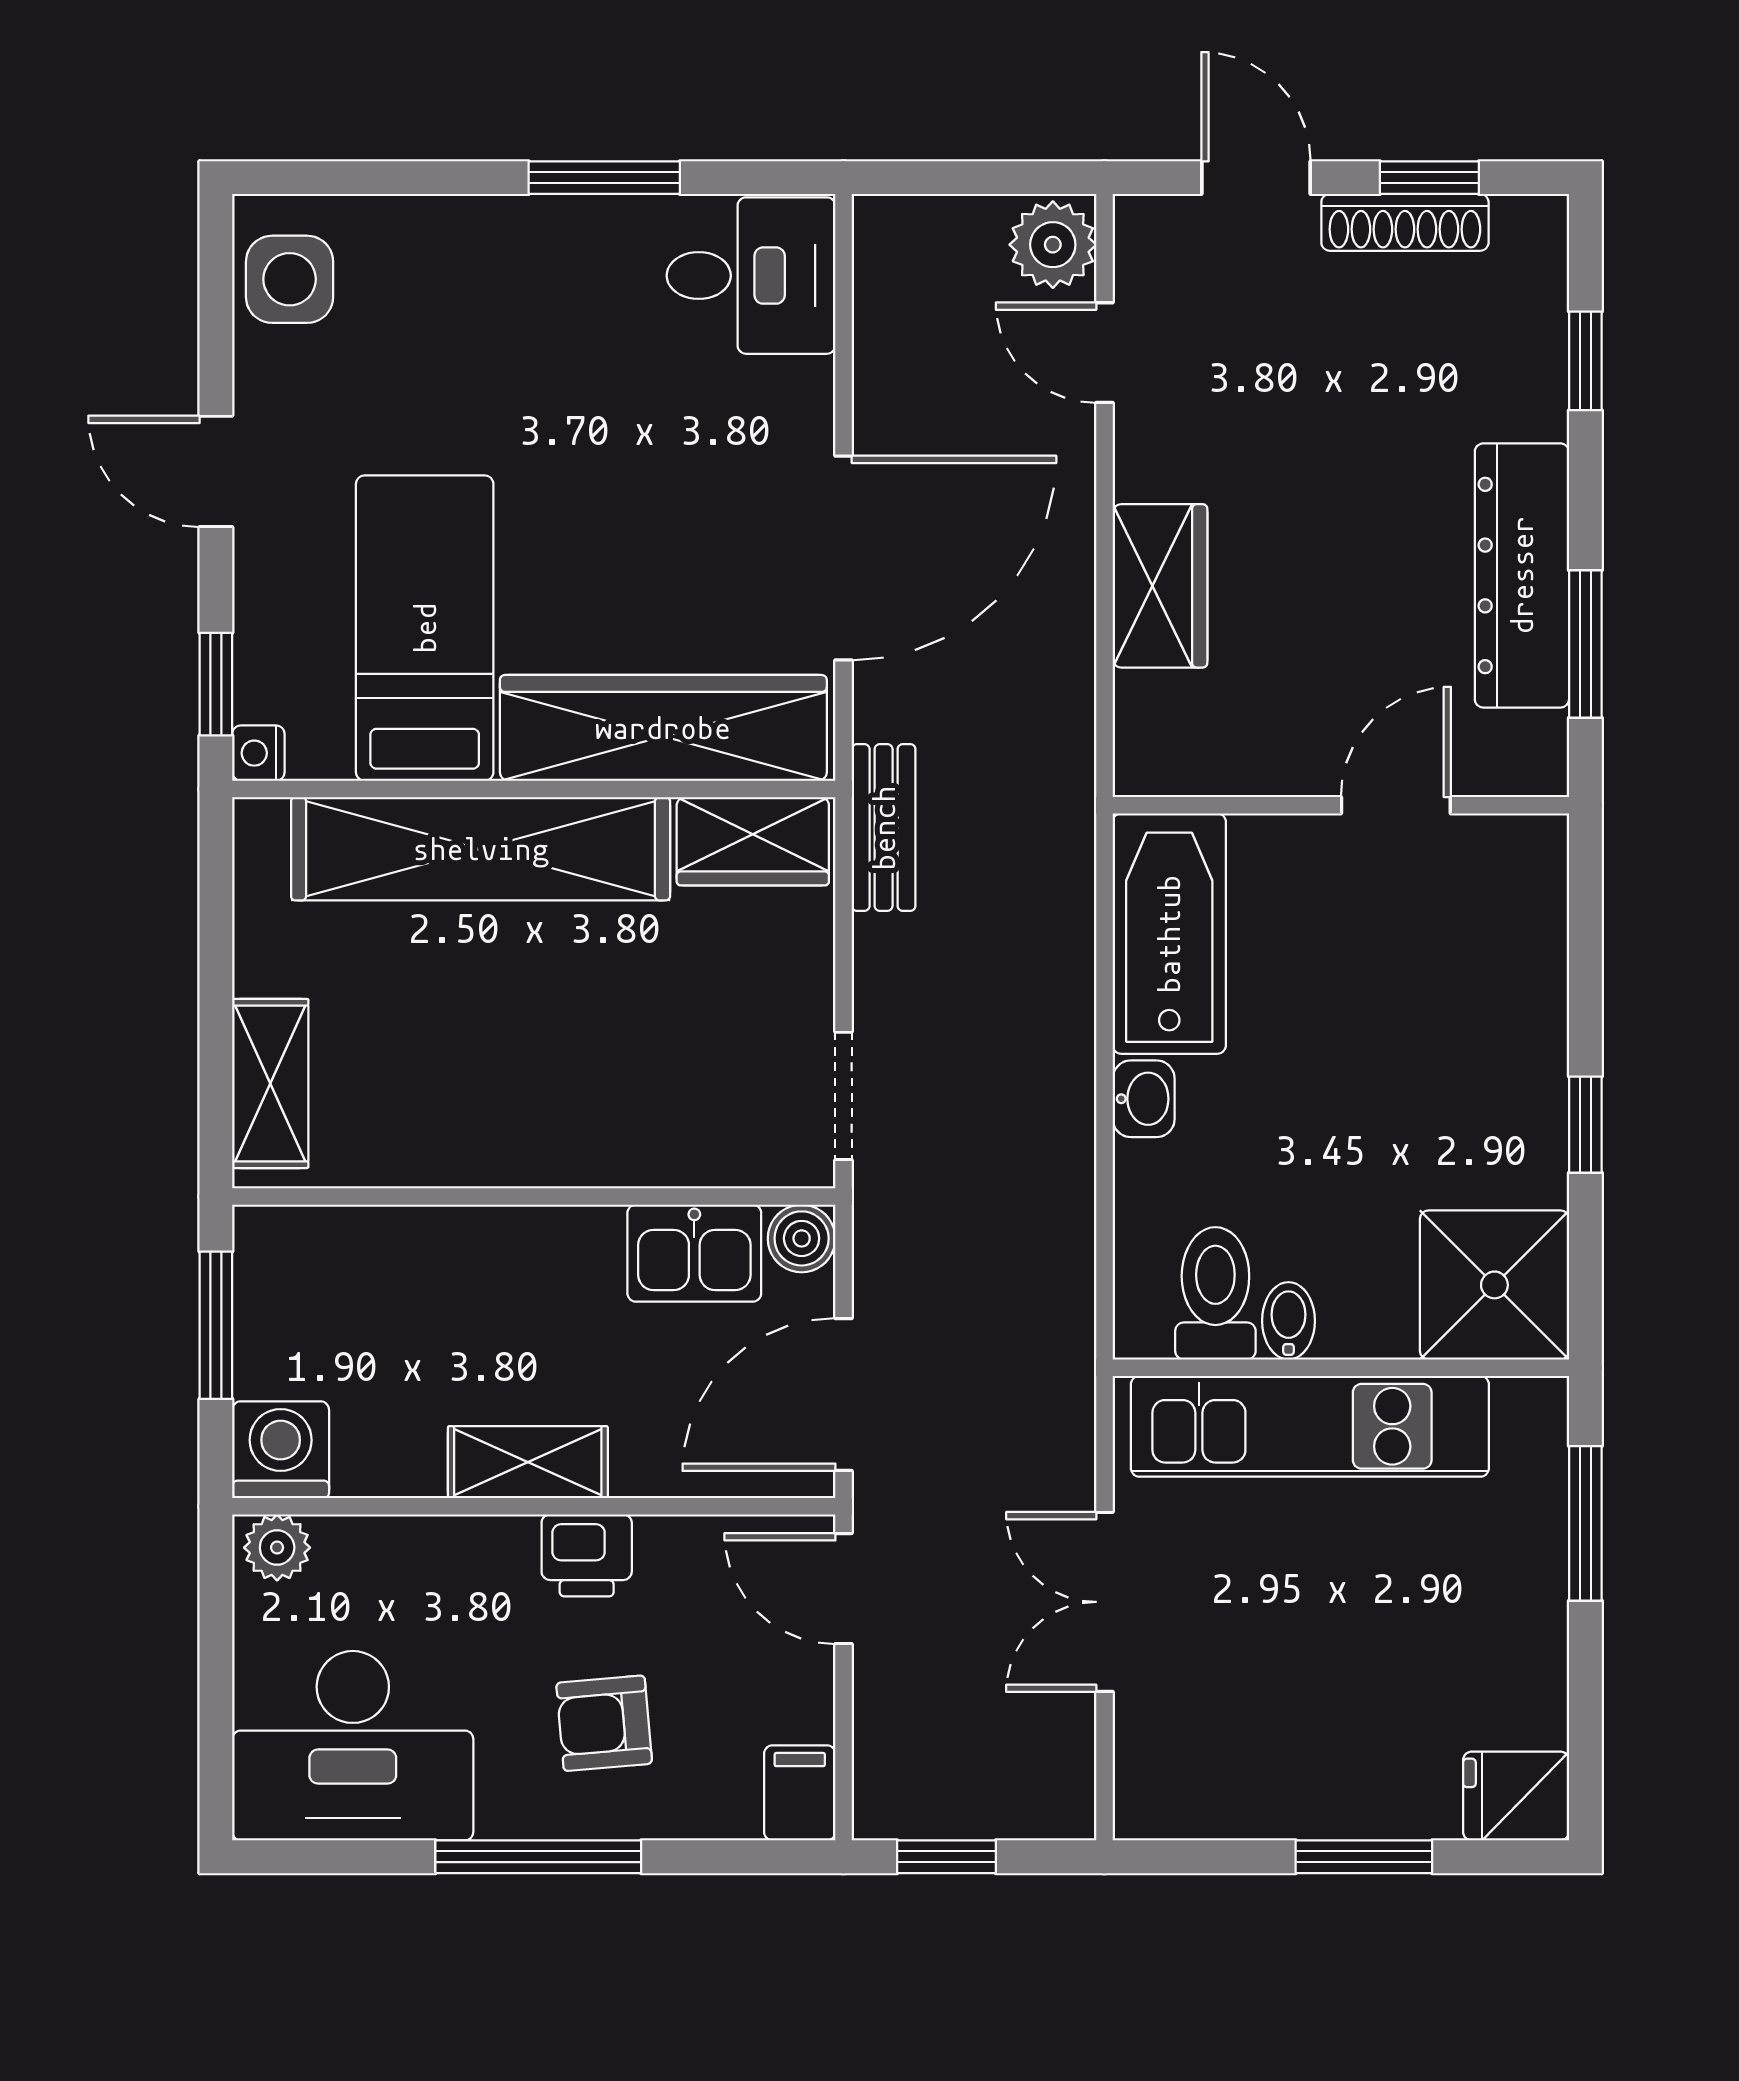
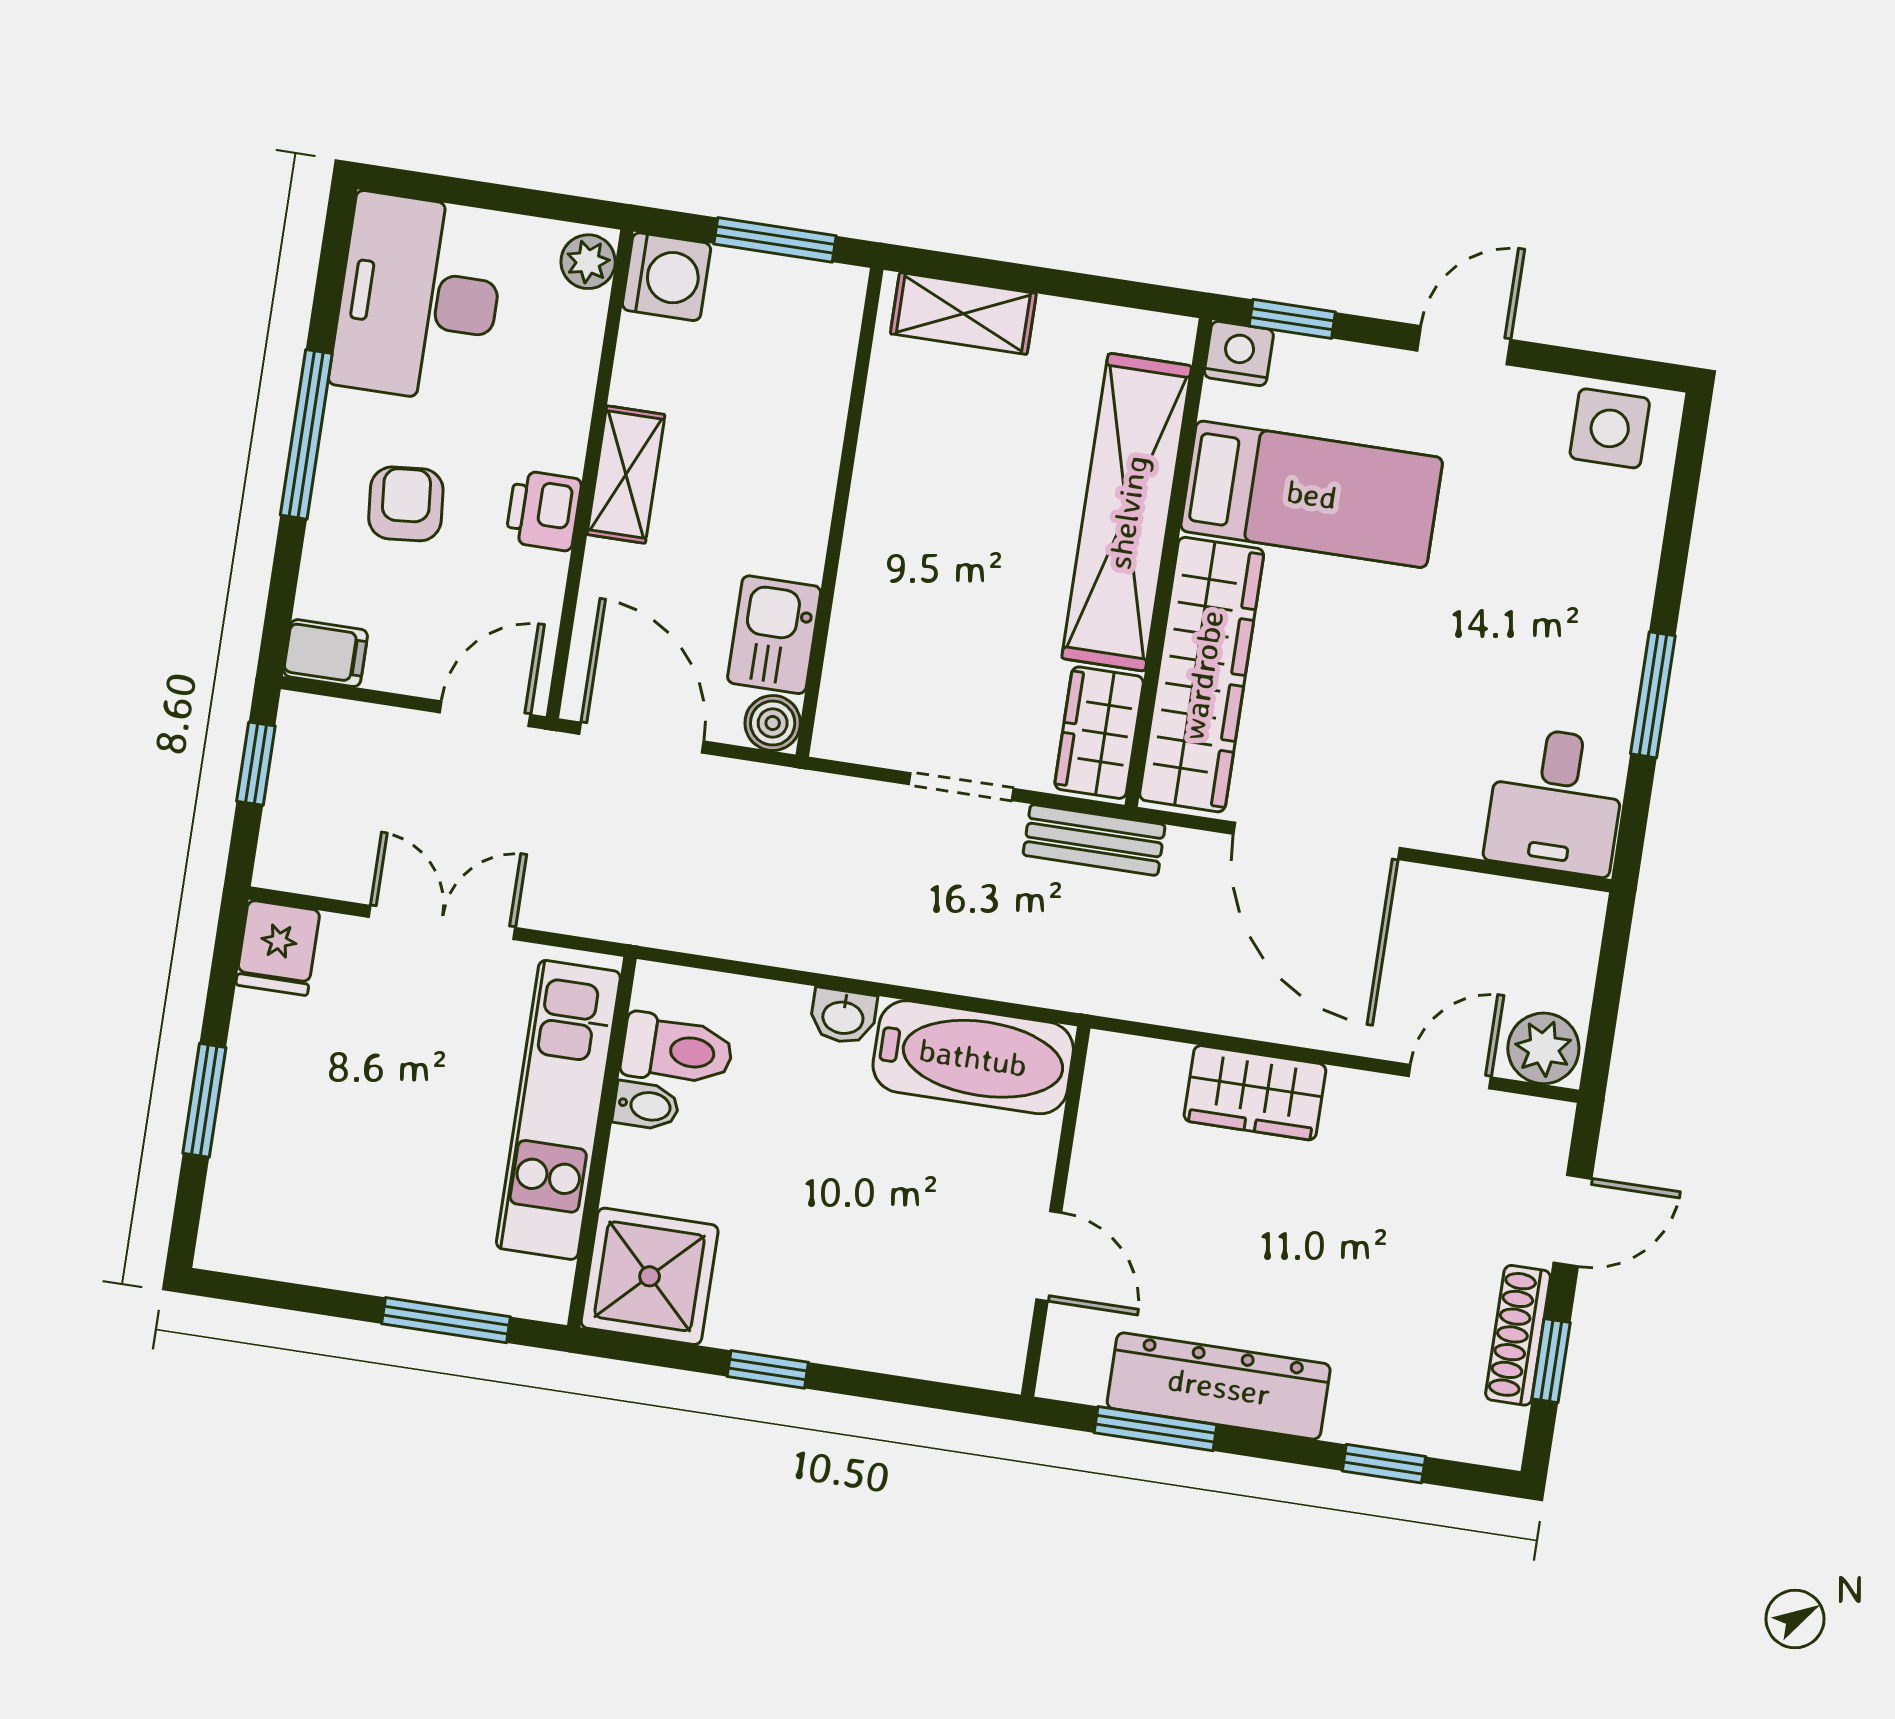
nightstand: (258, 753) -> (1239, 353), width x1.39, depth x1.35
doorway: (844, 1096) -> (961, 787), moved
fridge: (1516, 1796) -> (278, 948), moved, turned 180

